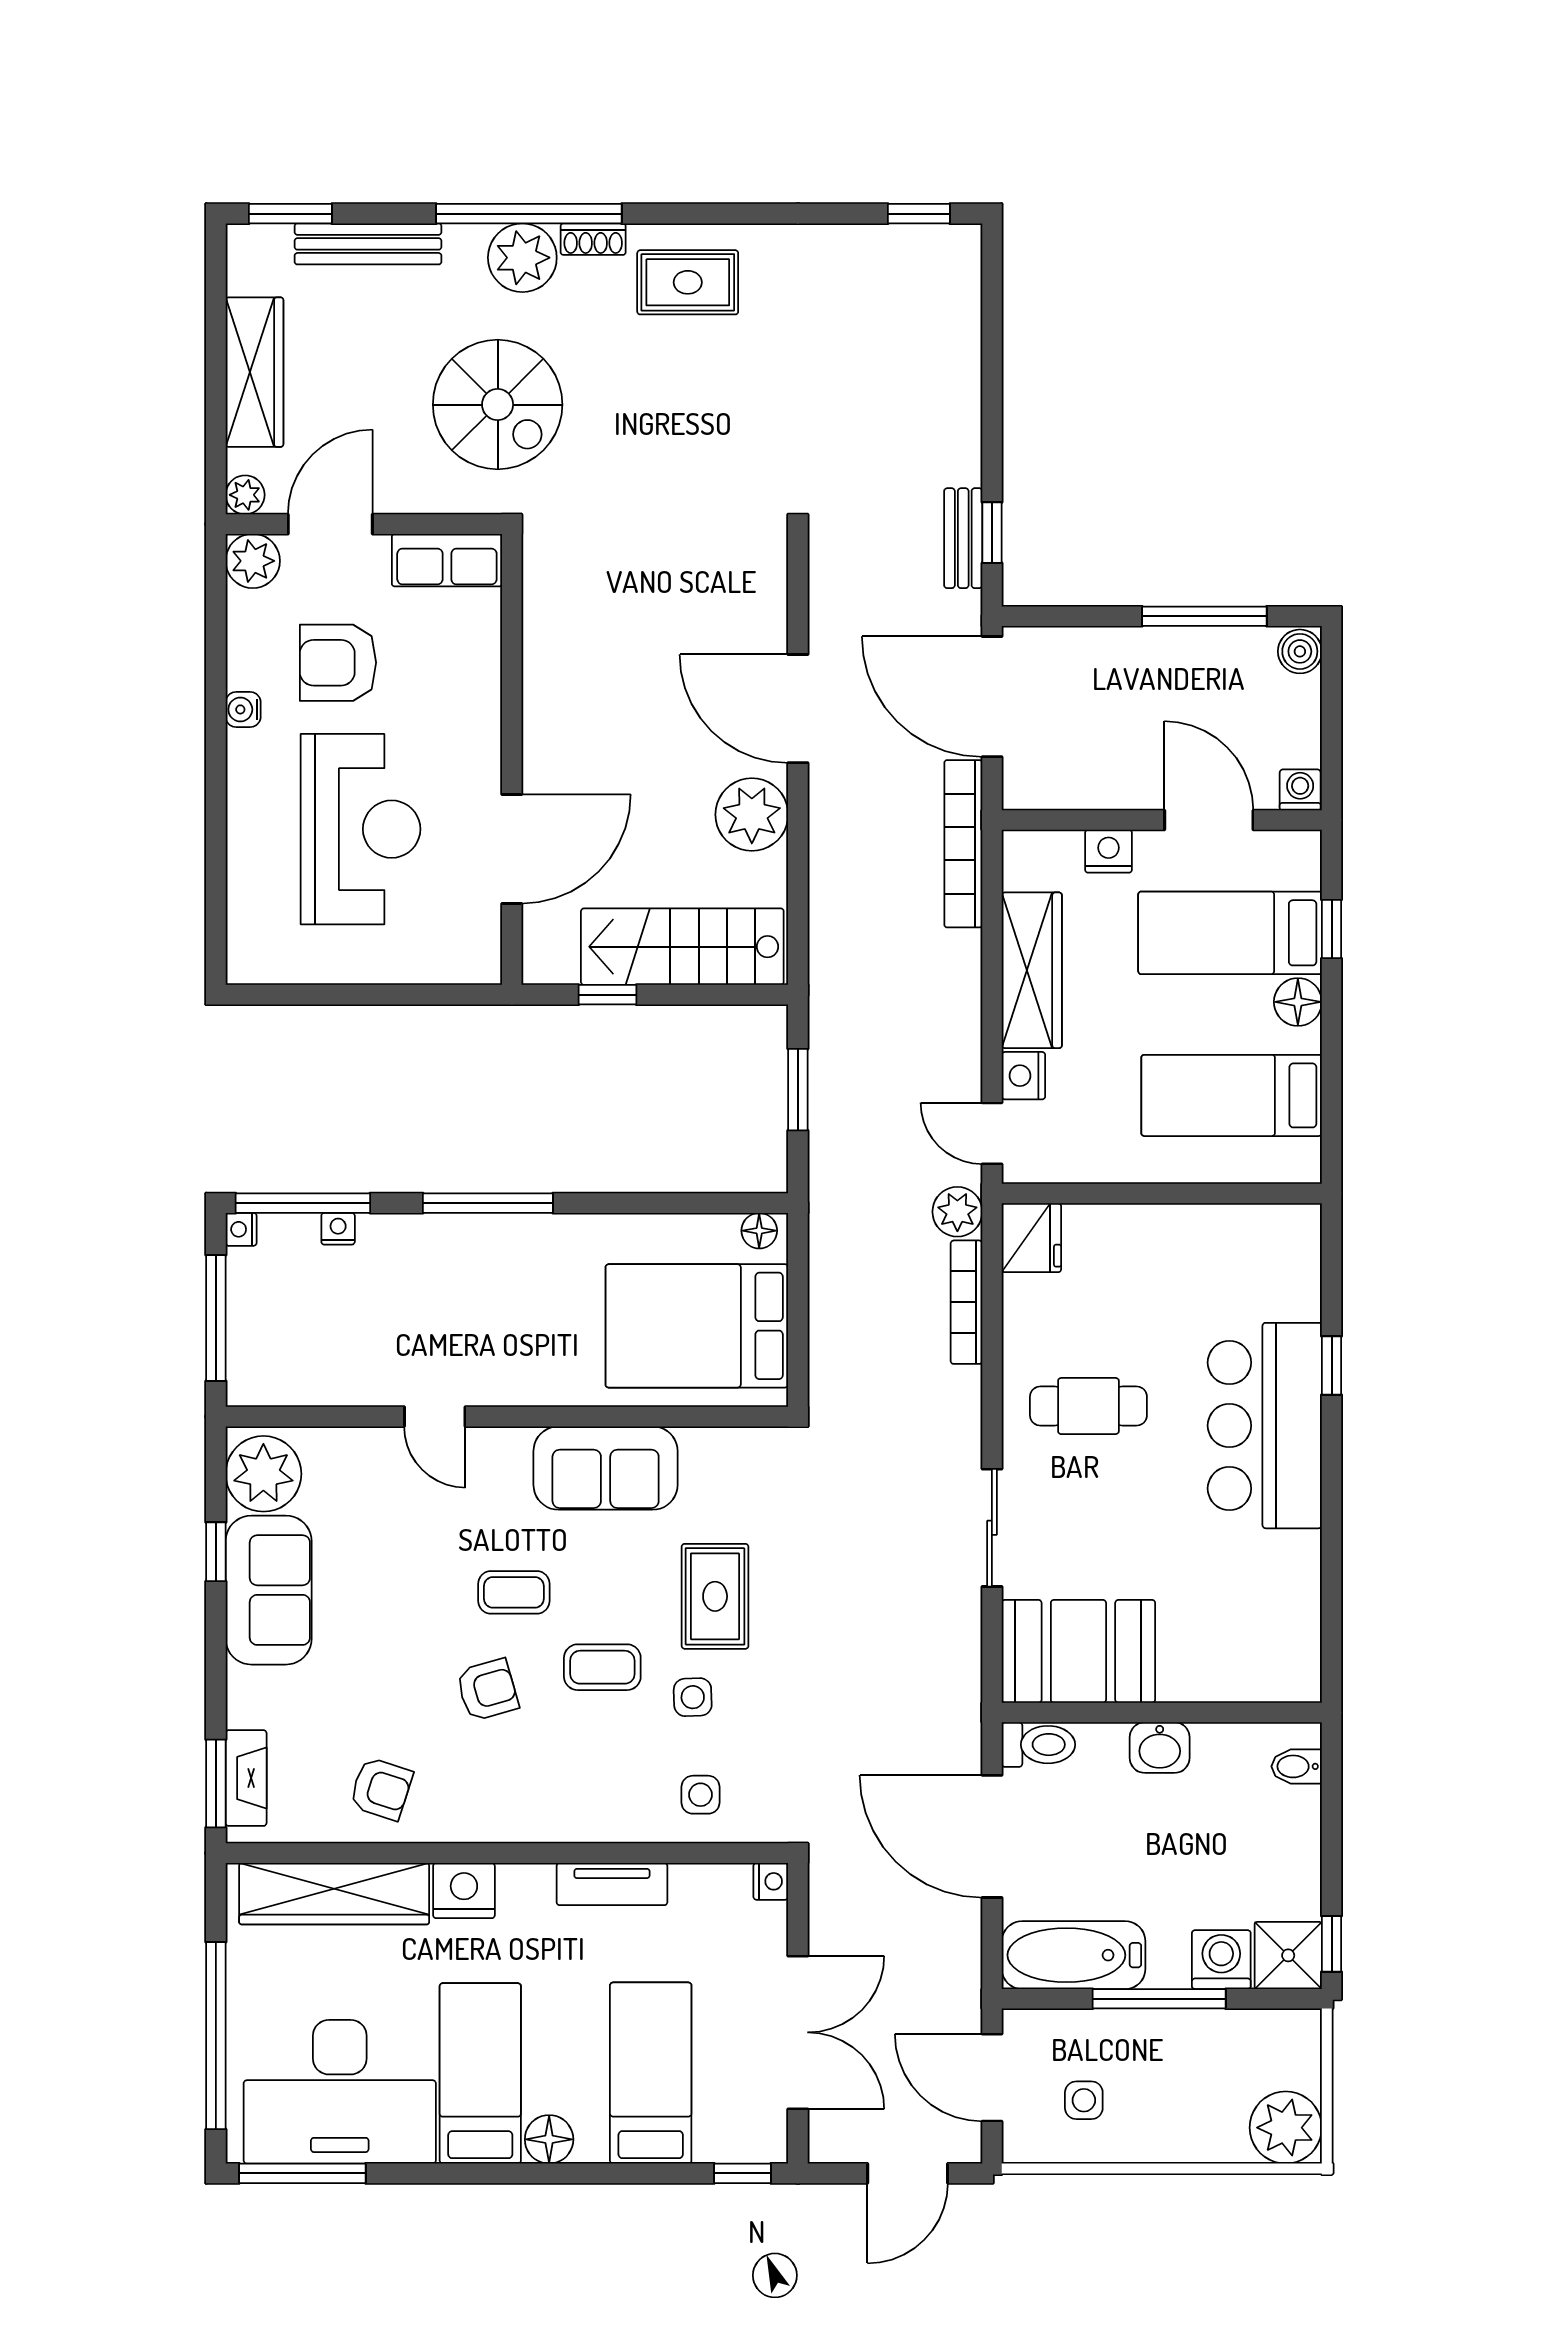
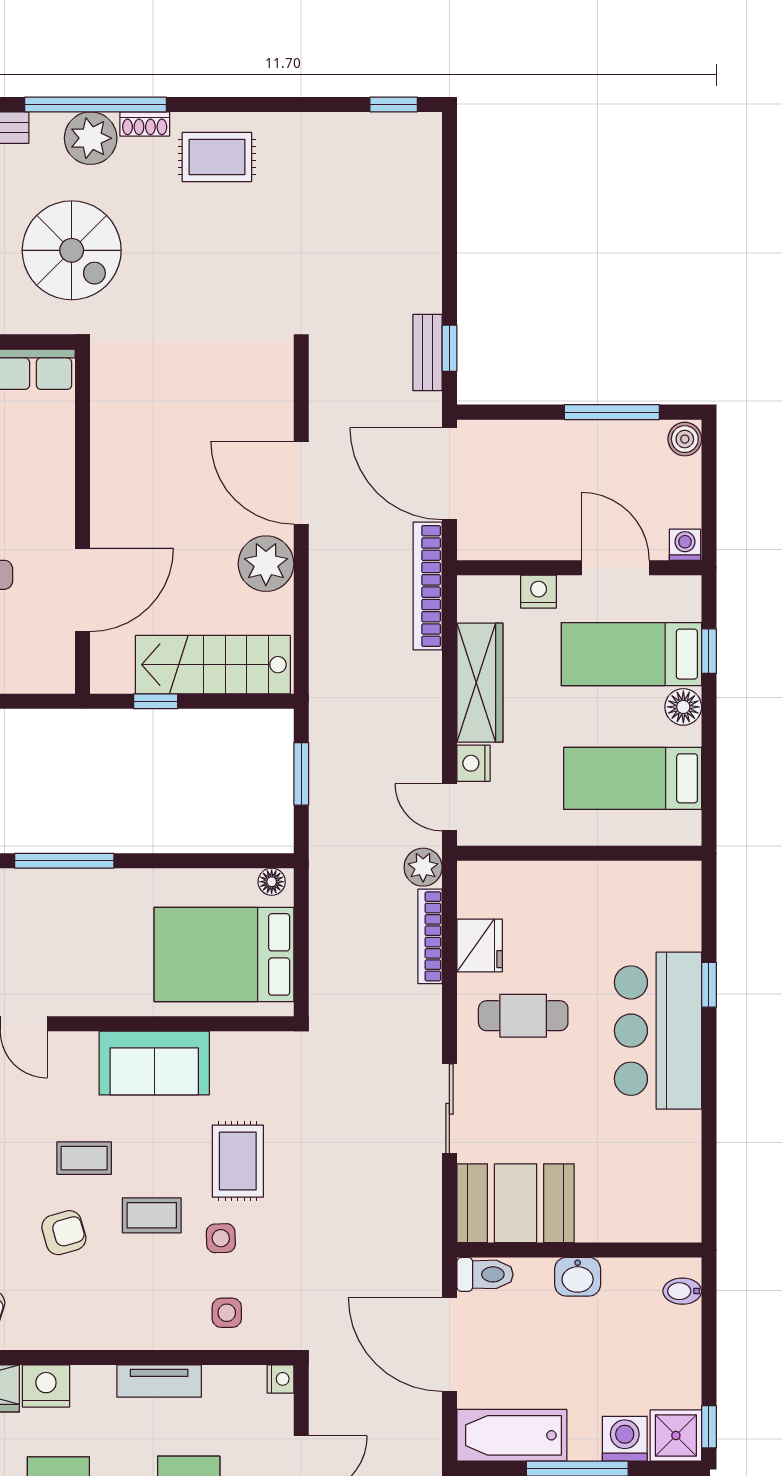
fridge: (1031, 1238) -> (480, 945), moved

